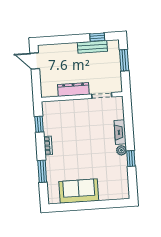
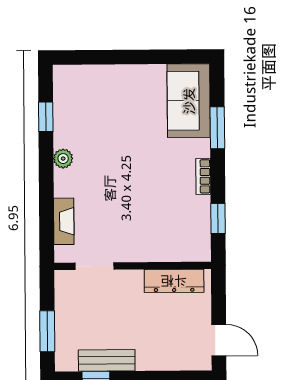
dresser: (73, 89) -> (174, 281), moved
fireplace: (120, 132) -> (64, 221), moved
window: (131, 158) -> (46, 117), moved
sofa: (79, 191) -> (189, 101), moved, turned 90

